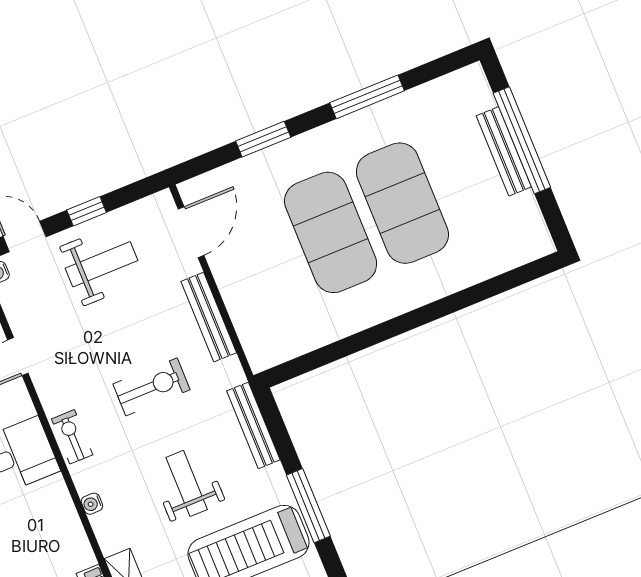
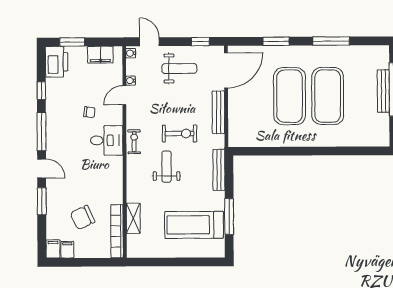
window: (87, 211) -> (200, 42), moved
door: (191, 232) -> (226, 70), width x1.36
weight bench: (187, 483) -> (167, 167), moved
water cooler: (92, 504) -> (131, 81), moved

